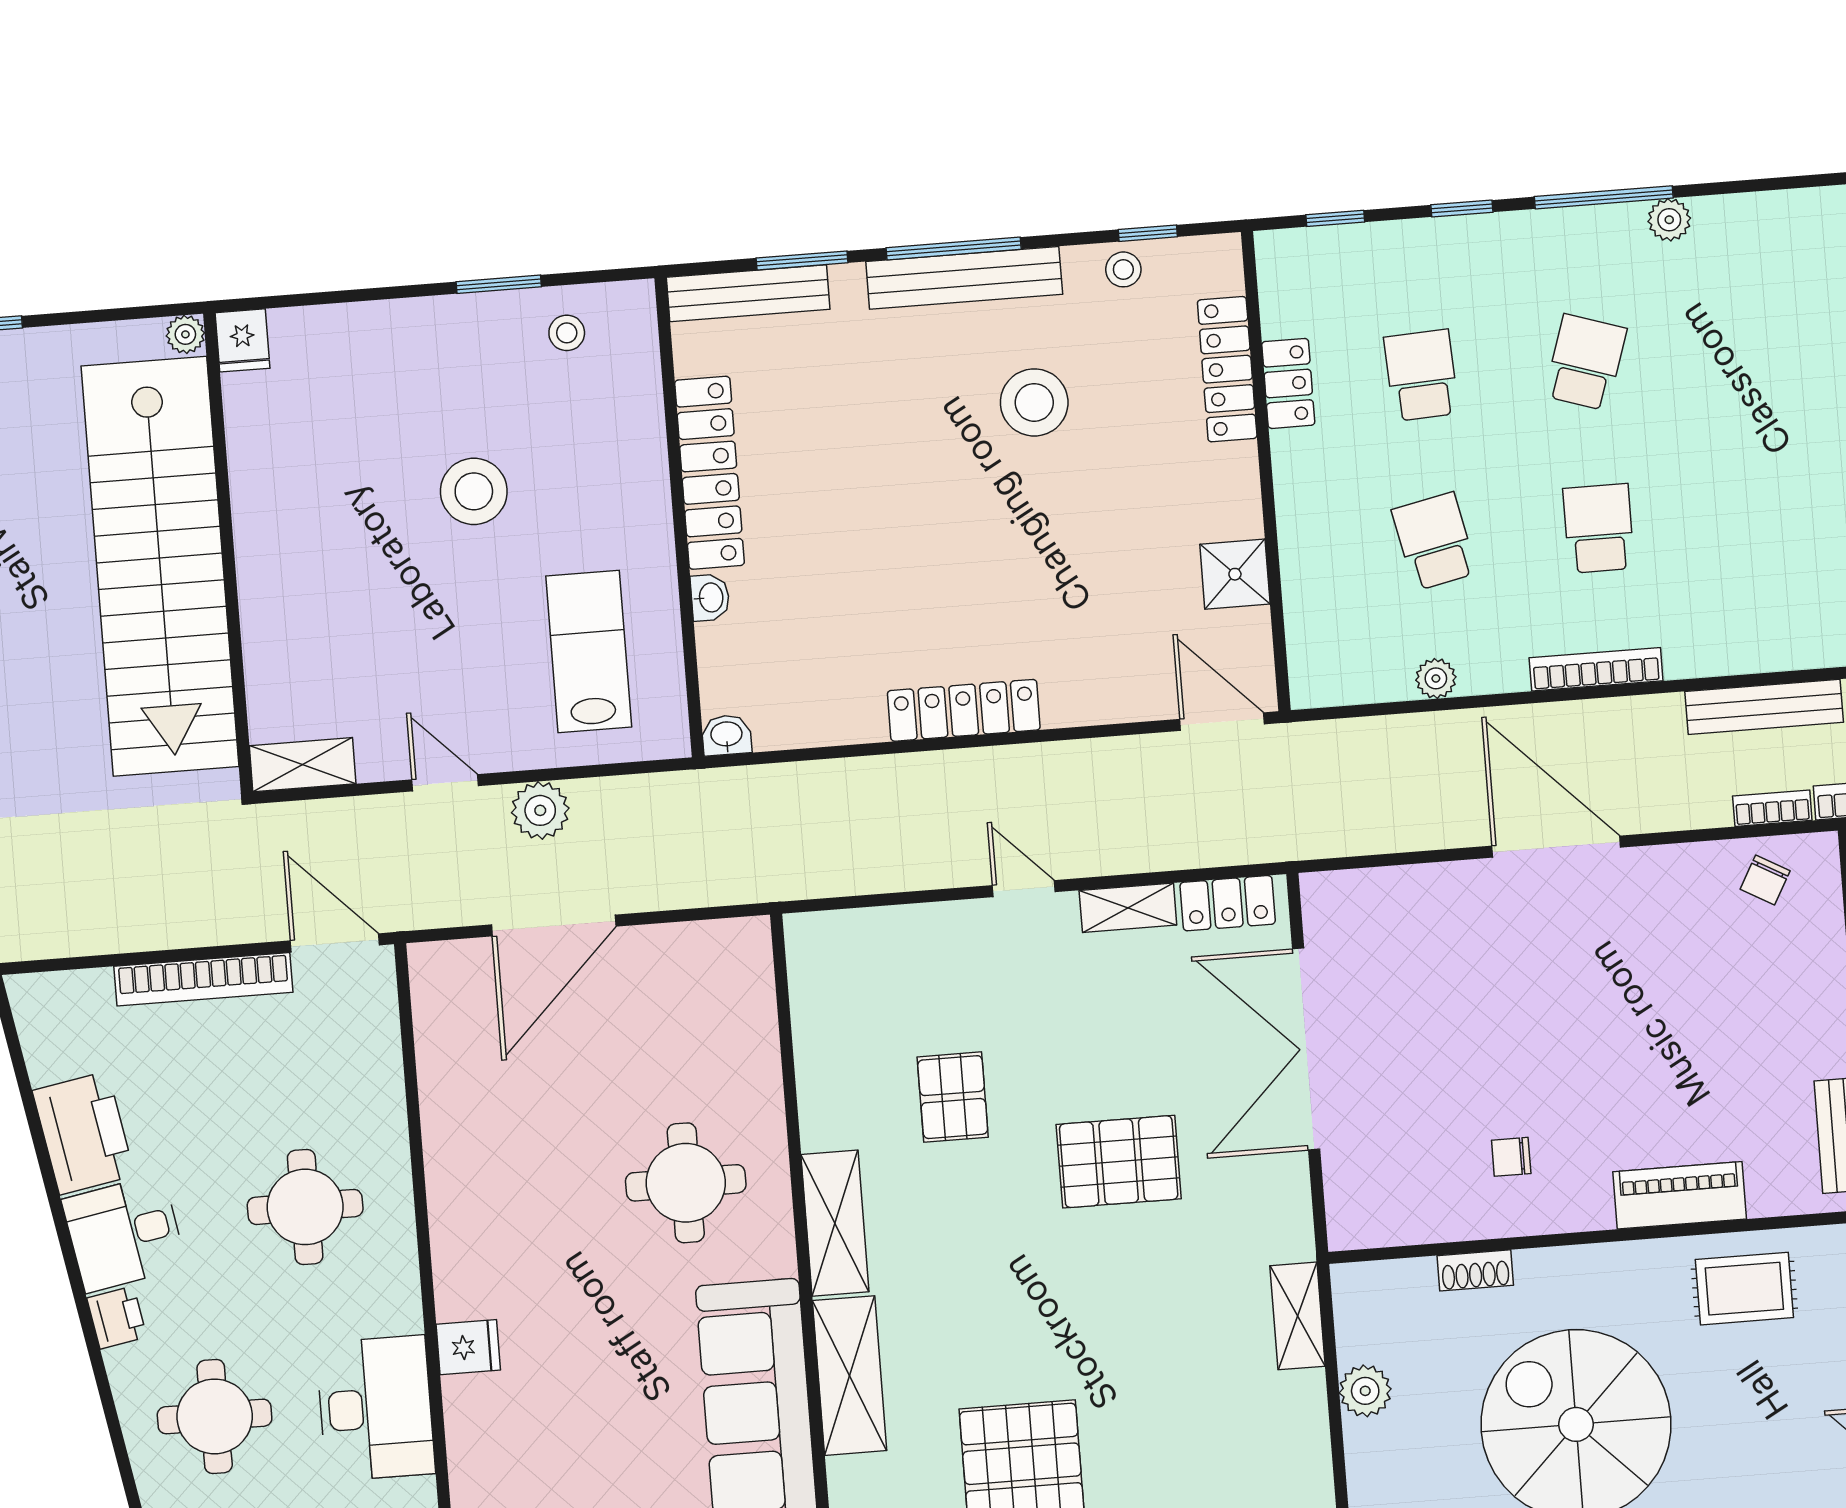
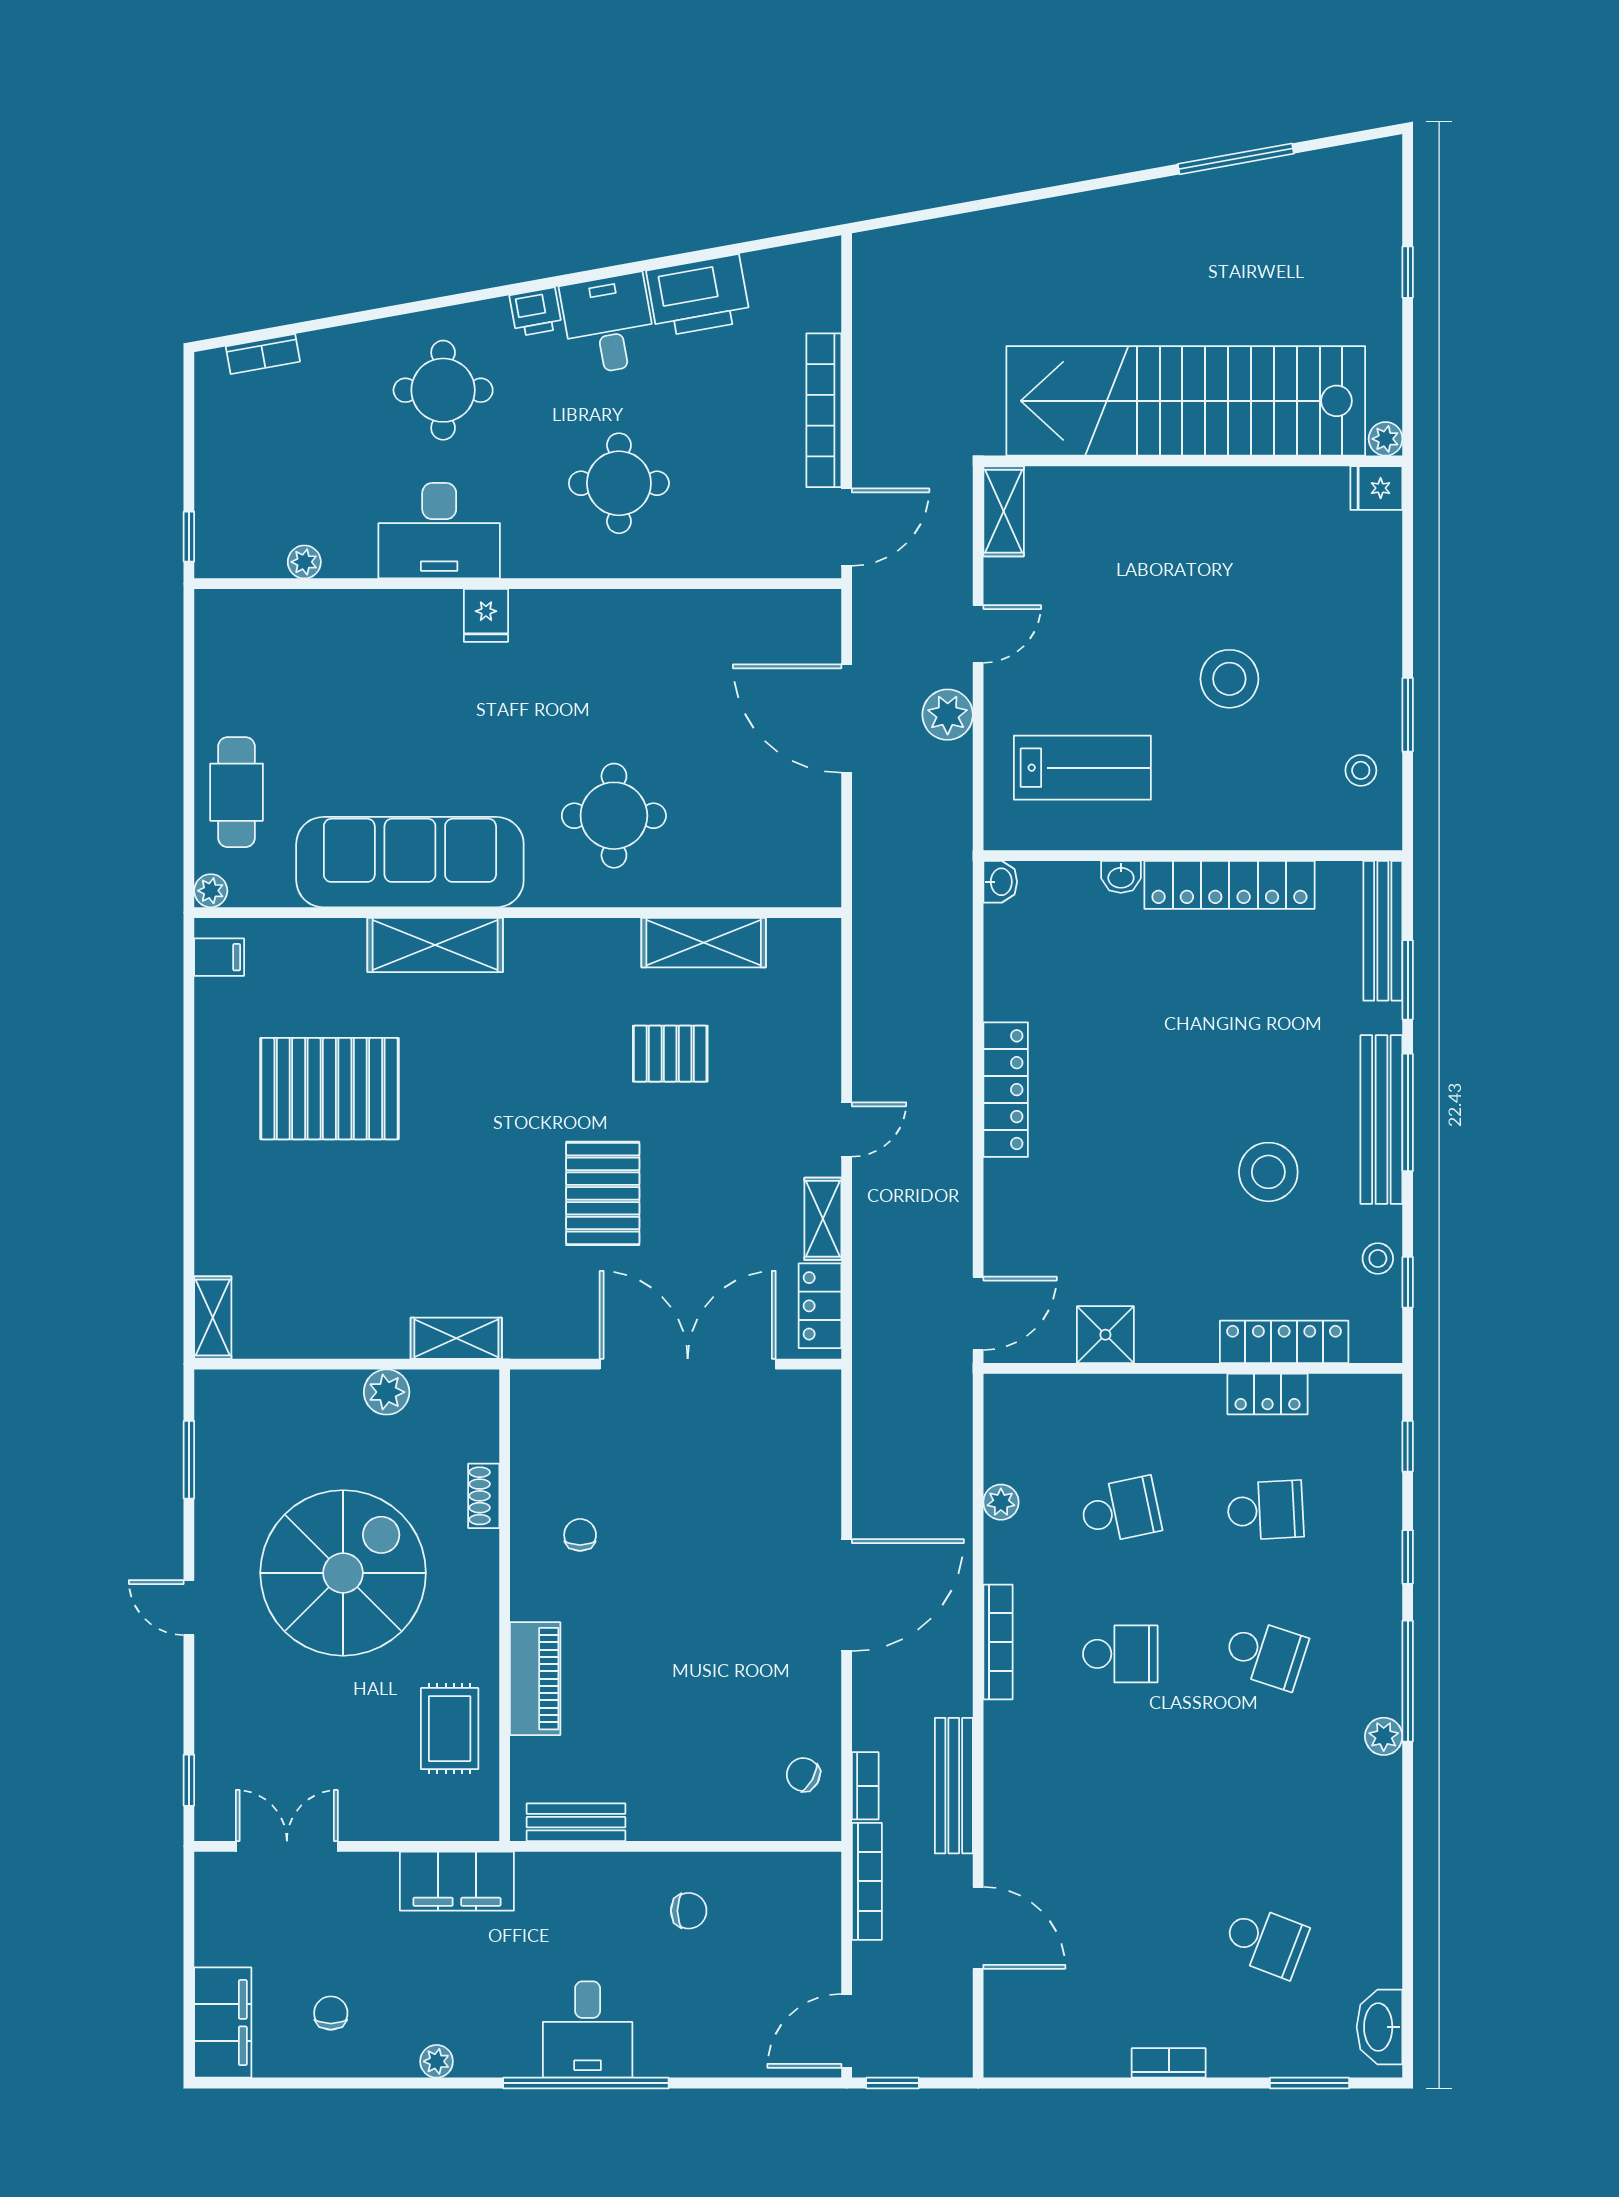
shelving: (835, 1223) -> (704, 943), moved

